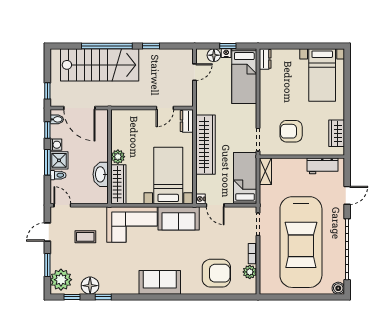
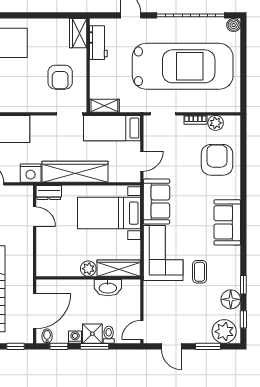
wardrobe: (337, 133) -> (78, 33), moved, turned 90
nightstand: (201, 199) -> (31, 173), moved, width x1.89, depth x1.79
coffee table: (85, 237) -> (200, 272), moved

